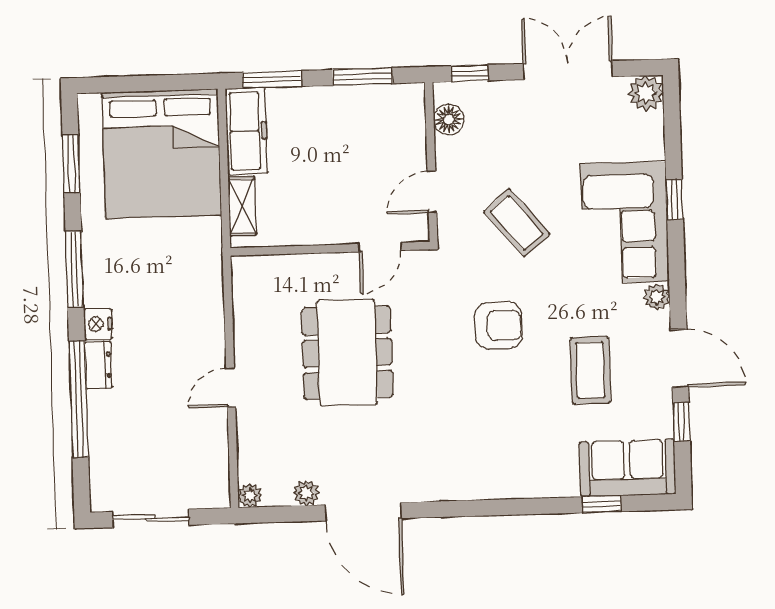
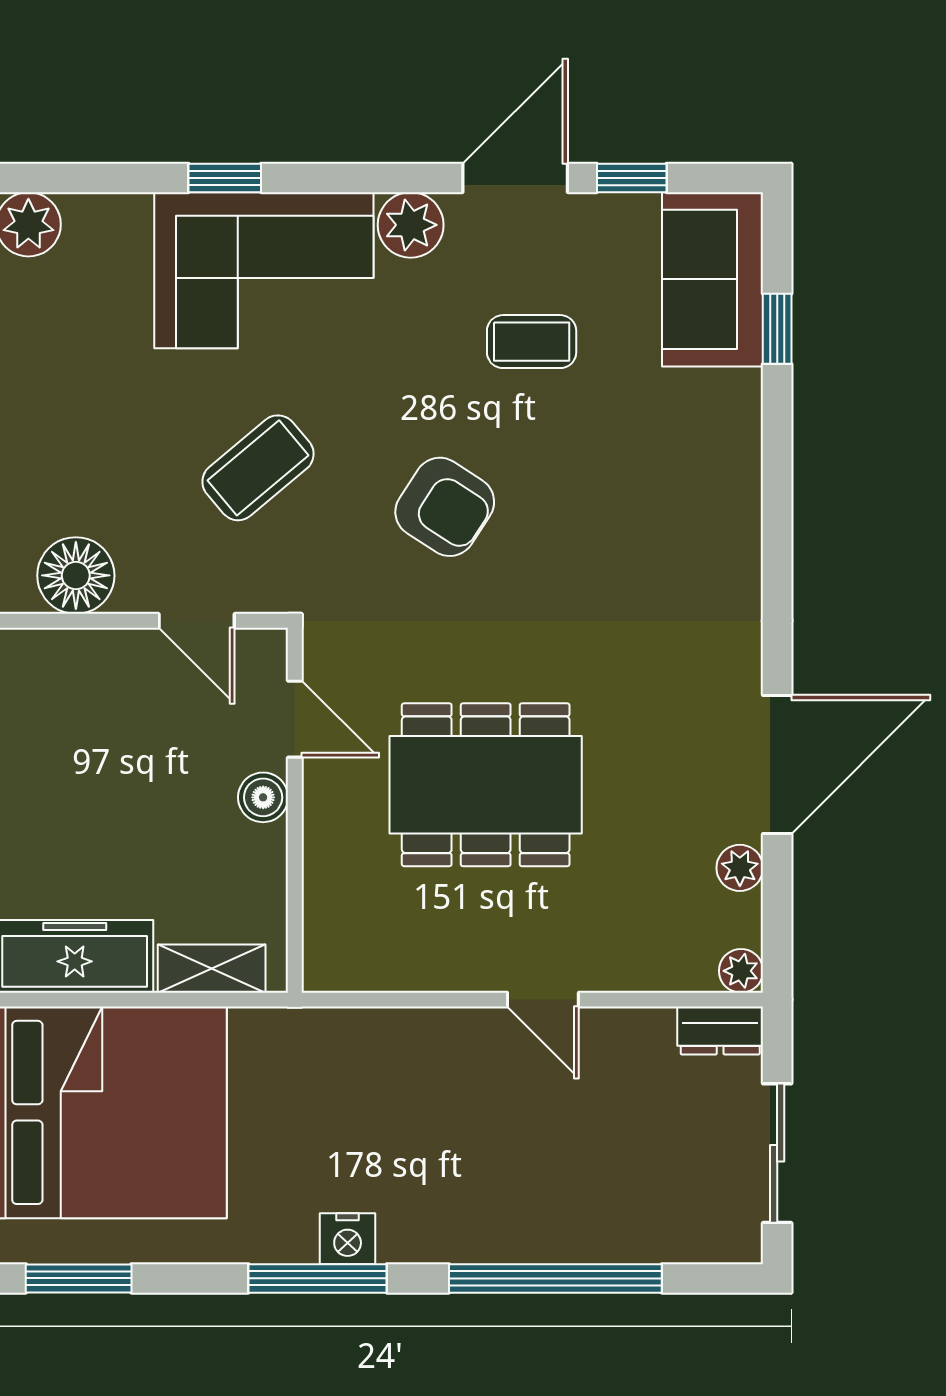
floor lamp: (449, 119) -> (76, 575), width x1.38, depth x1.38
window: (71, 164) -> (79, 1278), moved
boiler: (337, 231) -> (263, 797), added
plant: (657, 297) -> (411, 225), width x1.38, depth x1.38
nightstand: (98, 324) -> (348, 1239), moved
armchair: (499, 326) -> (445, 507), turned 123
dresser: (98, 365) -> (720, 1030), moved, turned 180
coffee table: (590, 370) -> (532, 342), width x0.73, depth x0.77

